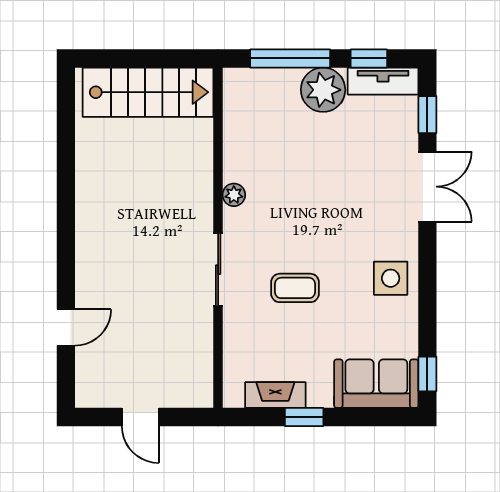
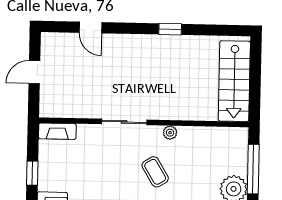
window: (66, 198) -> (170, 29), added
coffee table: (295, 288) -> (155, 172), moved, turned -31
fireplace: (275, 395) -> (57, 131), moved, turned 90

